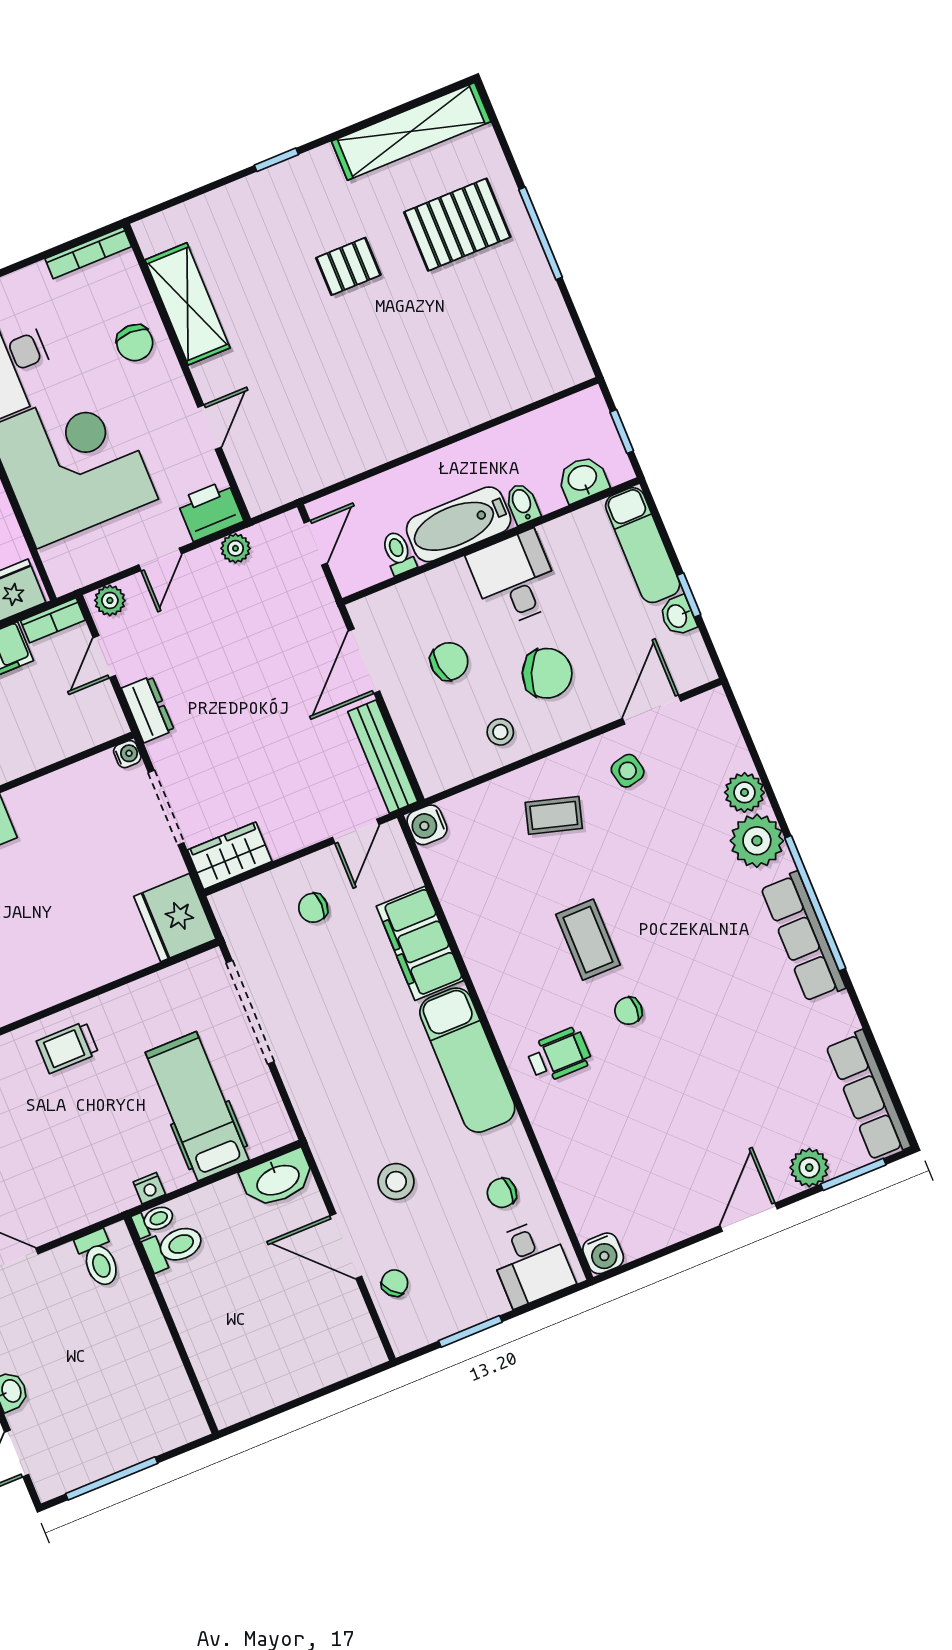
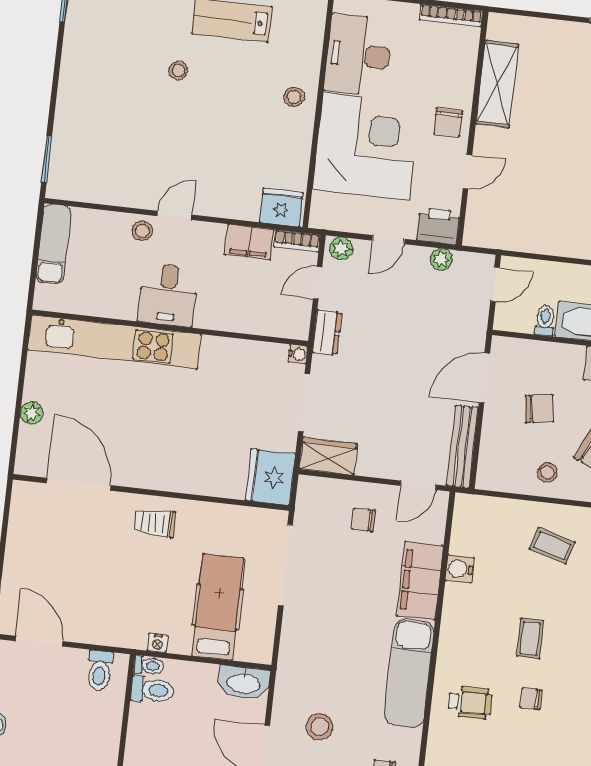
chair: (135, 343) -> (448, 122), moved
water cooler: (427, 825) -> (460, 569), moved
coffee table: (588, 940) -> (530, 638), width x0.73, depth x0.77

